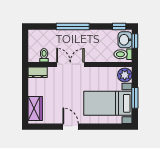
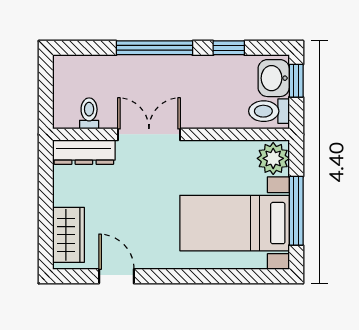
window: (119, 26) -> (229, 48), moved
dresser: (38, 72) -> (84, 152), width x1.44
window: (135, 98) -> (296, 211), width x1.44
door: (71, 127) -> (116, 276), moved

